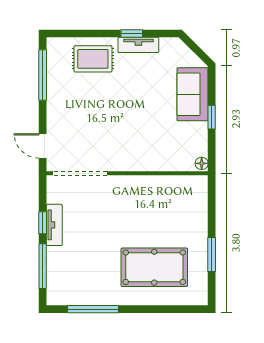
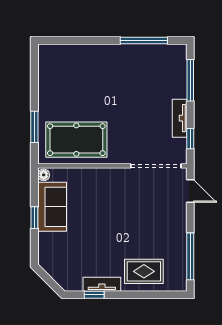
window: (132, 34) -> (94, 295), moved
sofa: (193, 94) -> (52, 207), moved
window: (43, 223) -> (190, 139), moved
window: (212, 255) -> (34, 127), moved
pool table: (154, 267) -> (76, 140), moved

